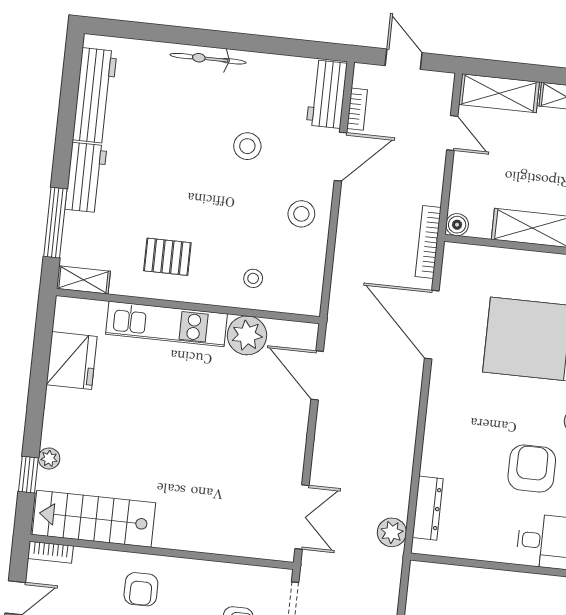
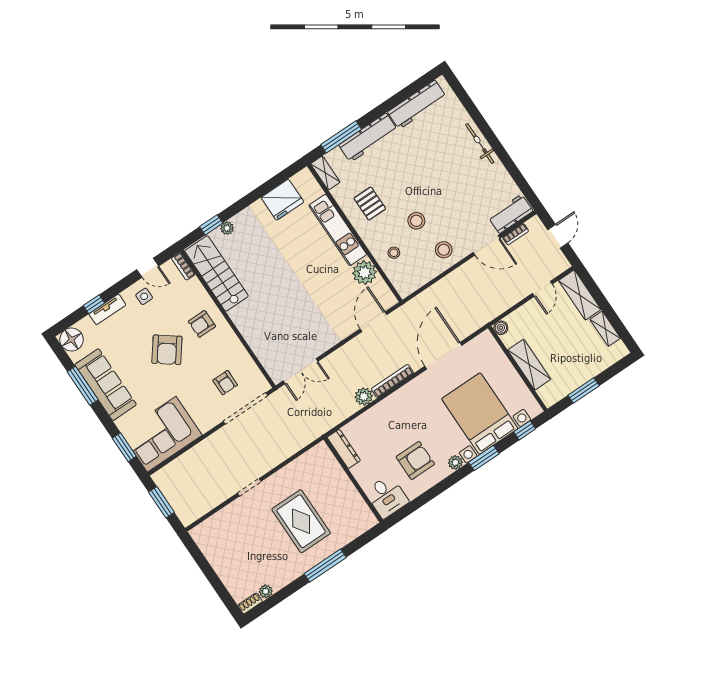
stool: (247, 146) -> (416, 221), moved
workbench: (86, 178) -> (368, 138), width x1.38
bookcase: (428, 242) -> (392, 381), moved
dresser: (428, 508) -> (344, 449), moved, turned -90
plant: (392, 532) -> (364, 396), moved

